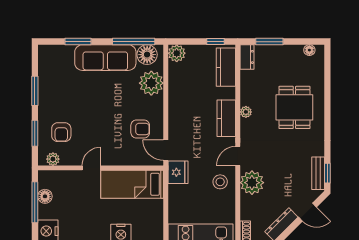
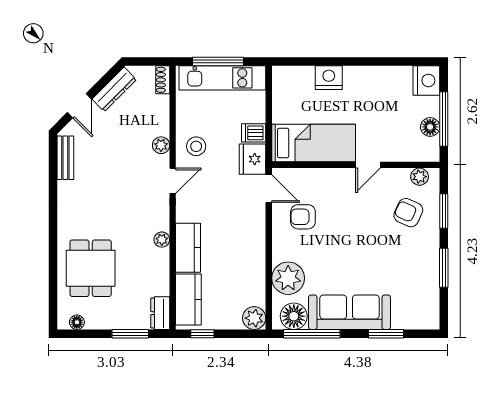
dining table: (294, 107) -> (91, 268), moved
kitchen counter: (226, 118) -> (188, 248), moved
armchair: (61, 132) -> (408, 213), turned -66
window: (327, 173) -> (53, 158), removed
plant: (252, 183) -> (161, 145), width x0.53, depth x0.53
dishwasher: (177, 192) -> (254, 133), added
door: (307, 212) -> (79, 106), swing flipped

